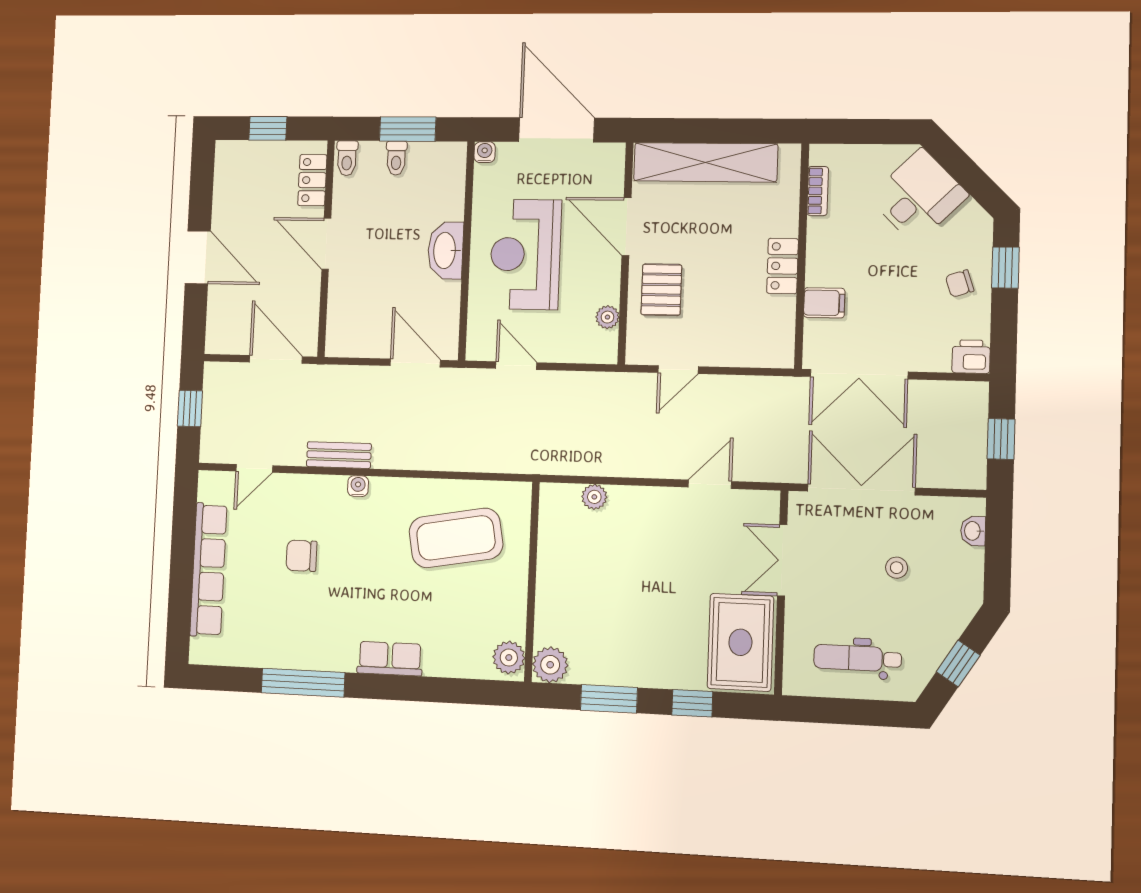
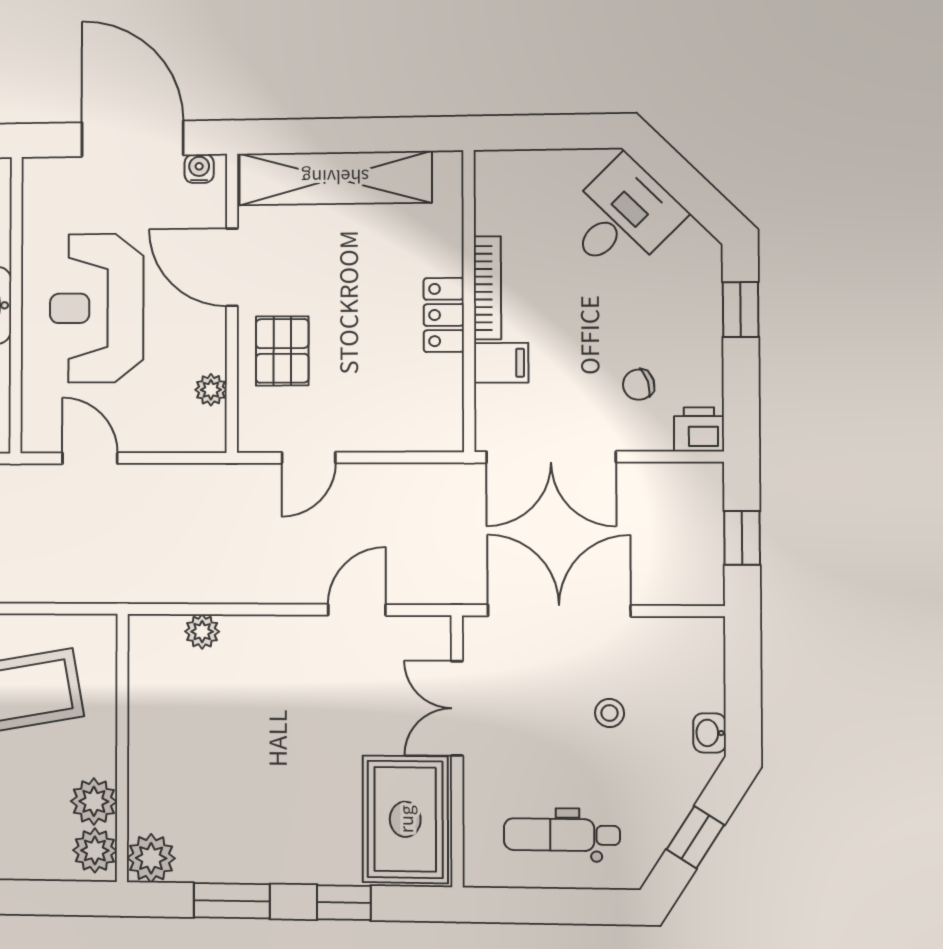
water cooler: (485, 152) -> (199, 169), moved
bookcase: (818, 191) -> (487, 288), moved, width x1.56
chair: (960, 283) -> (639, 385), moved
washbasin: (973, 531) -> (710, 733), moved
plant: (509, 621) -> (94, 801), added

